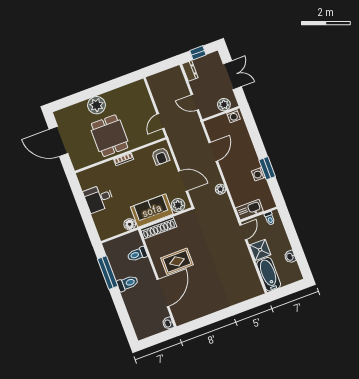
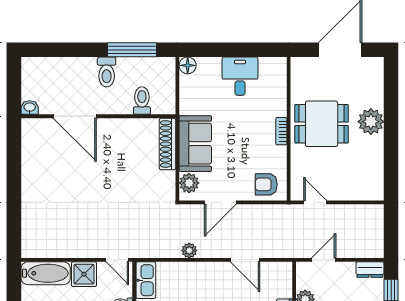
floor lamp: (130, 224) -> (188, 65), moved
rug: (177, 261) -> (111, 152), removed

